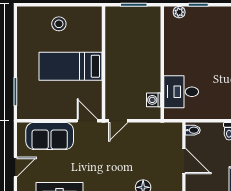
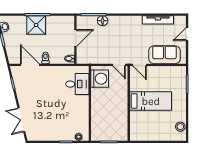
stool: (59, 24) -> (180, 127), moved
washing machine: (154, 100) -> (100, 79), width x1.89, depth x1.89
door: (118, 121) -> (119, 65), swing flipped
door: (184, 161) -> (75, 38), swing flipped

